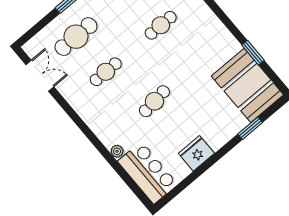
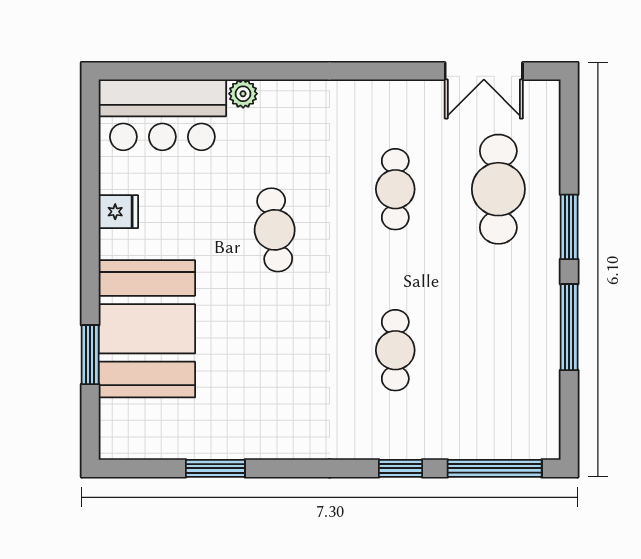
booth: (247, 85) -> (147, 329), moved, turned 90
fridge: (196, 153) -> (118, 212), width x0.53, depth x0.75

